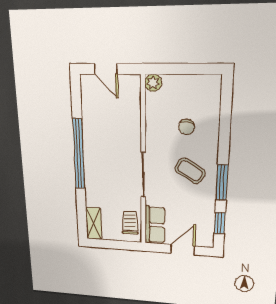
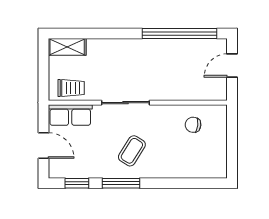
plant: (153, 83) -> (219, 113), removed
chair: (186, 127) -> (193, 125), moved
window: (79, 154) -> (179, 34), moved

